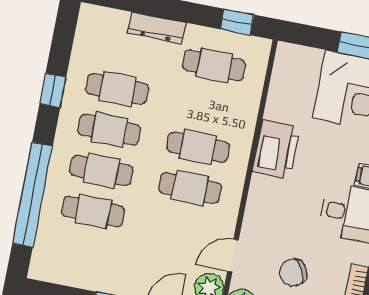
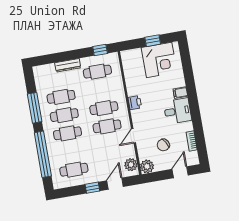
window: (53, 90) -> (35, 108), width x2.17
printer: (276, 149) -> (135, 103), width x0.53, depth x0.68
cafe table: (93, 211) -> (74, 170), moved
door: (233, 256) -> (134, 136), moved

